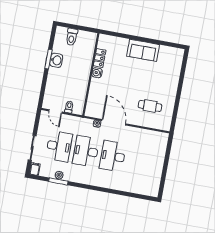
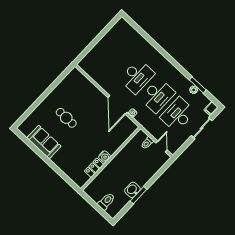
sofa: (143, 50) -> (44, 142), moved
cafe table: (150, 106) -> (66, 118), moved

